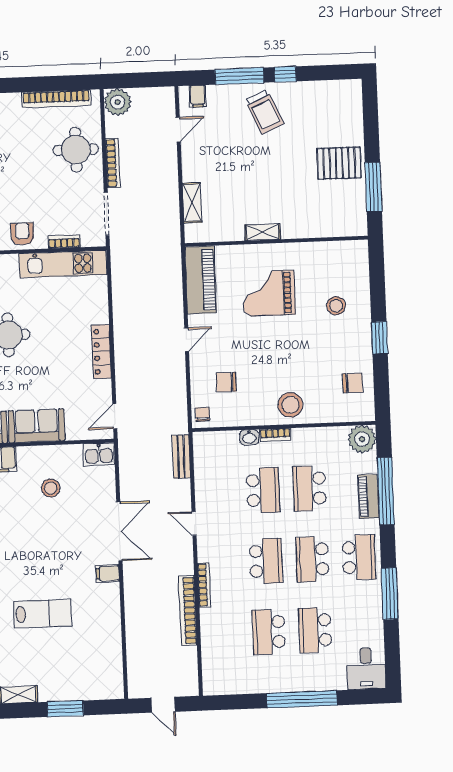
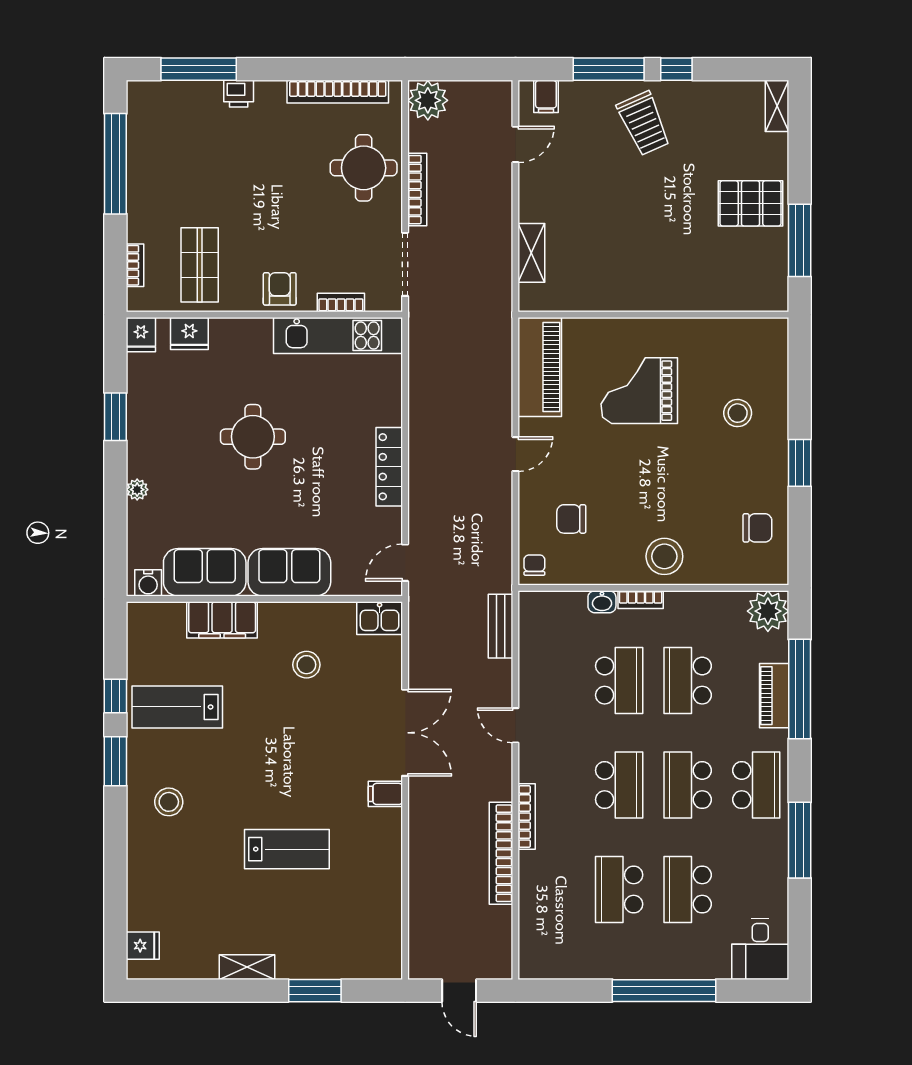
shelving: (263, 232) -> (777, 106), moved, turned 90

